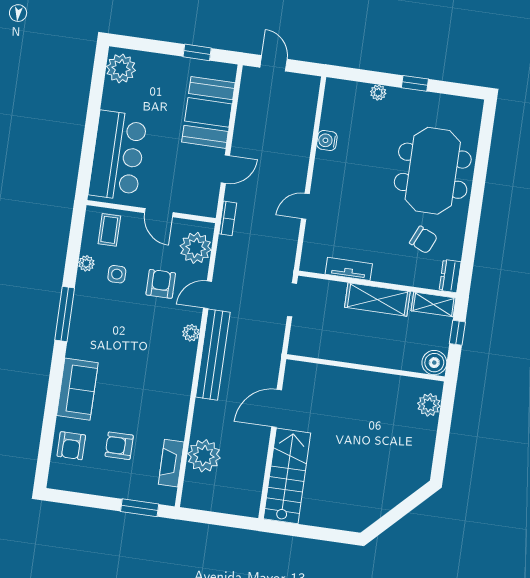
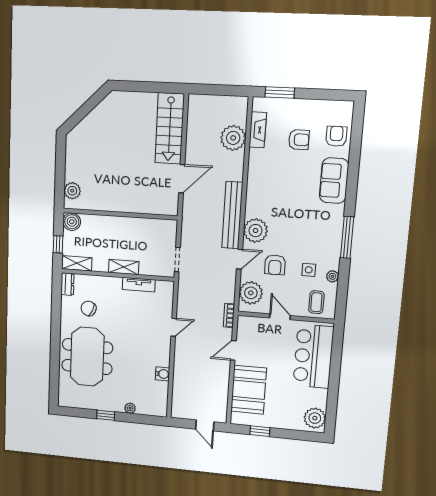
shelving: (377, 299) -> (124, 267), width x0.67, depth x0.75
plant: (191, 333) -> (256, 231), width x1.87, depth x1.87

